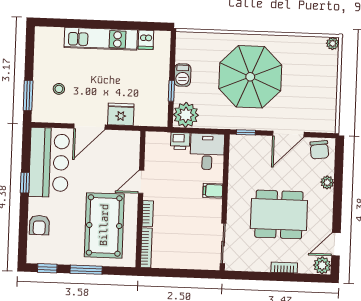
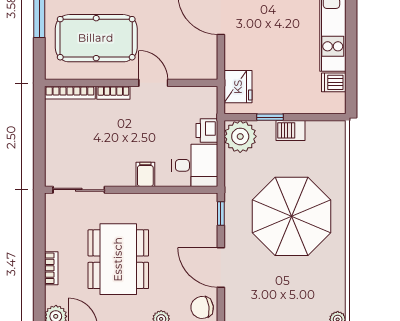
fridge: (121, 114) -> (238, 87), moved

